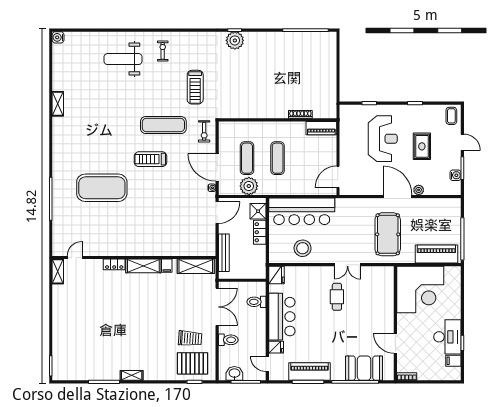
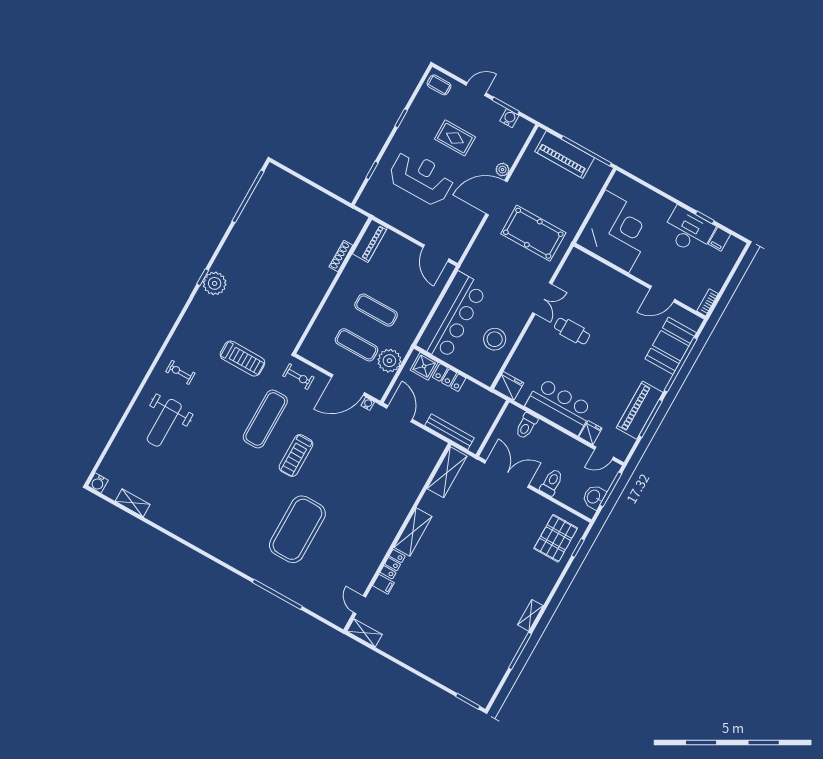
shelving: (58, 104) -> (133, 503), moved
piano: (436, 254) -> (565, 155), moved, turned -90
filing cabinet: (167, 266) -> (383, 584), moved
trolley: (190, 338) -> (526, 525), removed

